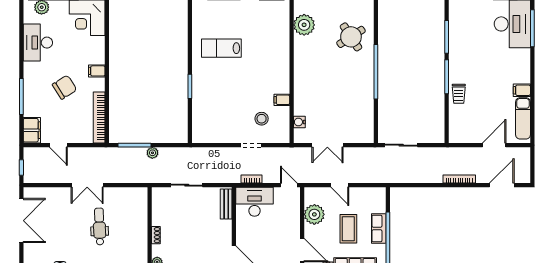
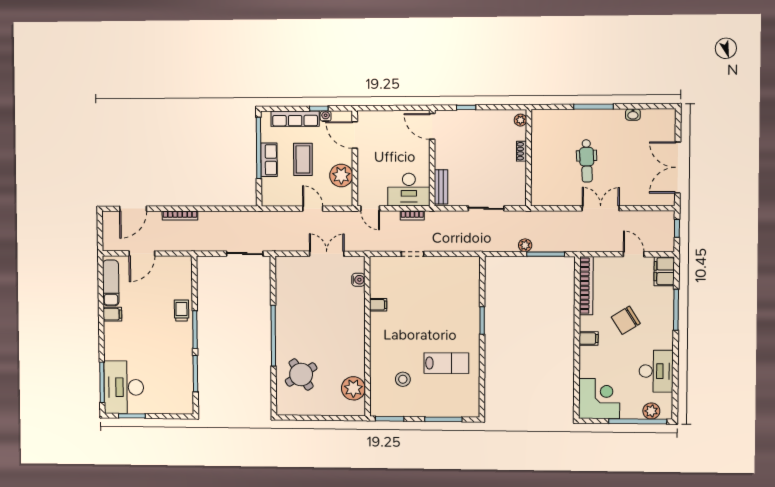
stool: (262, 119) -> (403, 379), moved

